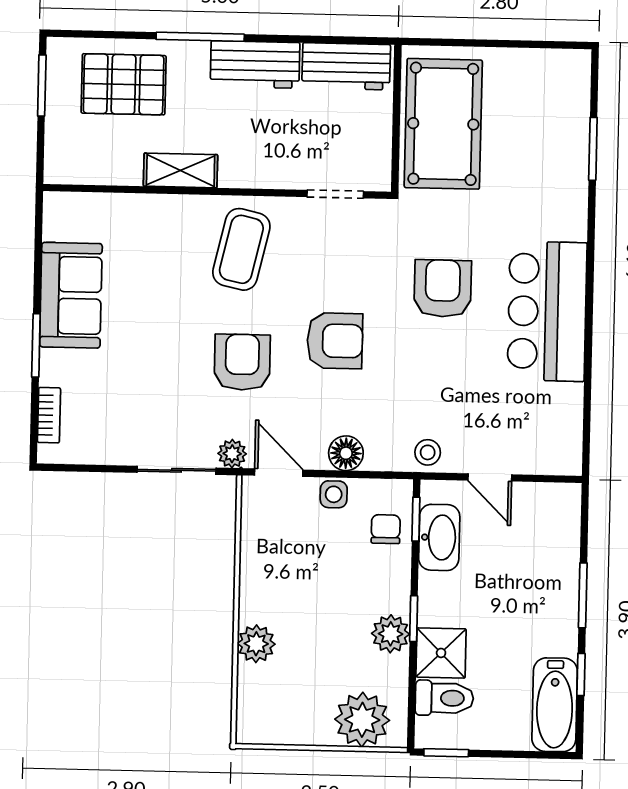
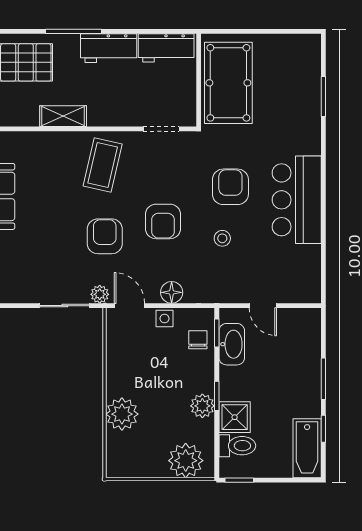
armchair: (335, 341) -> (163, 221), turned 90
stool: (428, 452) -> (222, 238), moved
plant: (256, 644) -> (122, 414), width x1.36, depth x1.36

